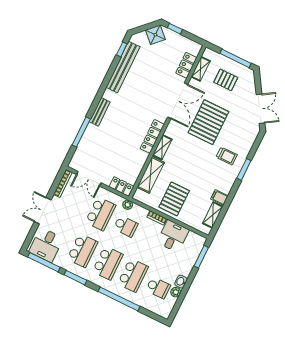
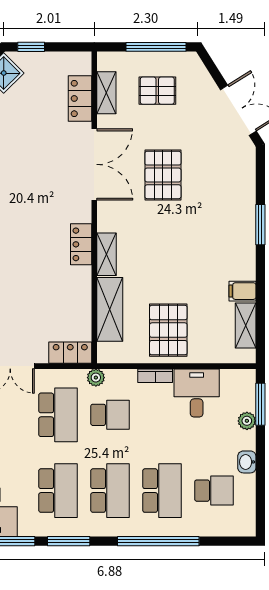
pallet: (208, 122) -> (163, 175), width x0.73, depth x0.71
locker: (152, 136) -> (81, 244), width x0.66
trolley: (227, 156) -> (221, 216), removed
plant: (176, 292) -> (247, 421), moved

